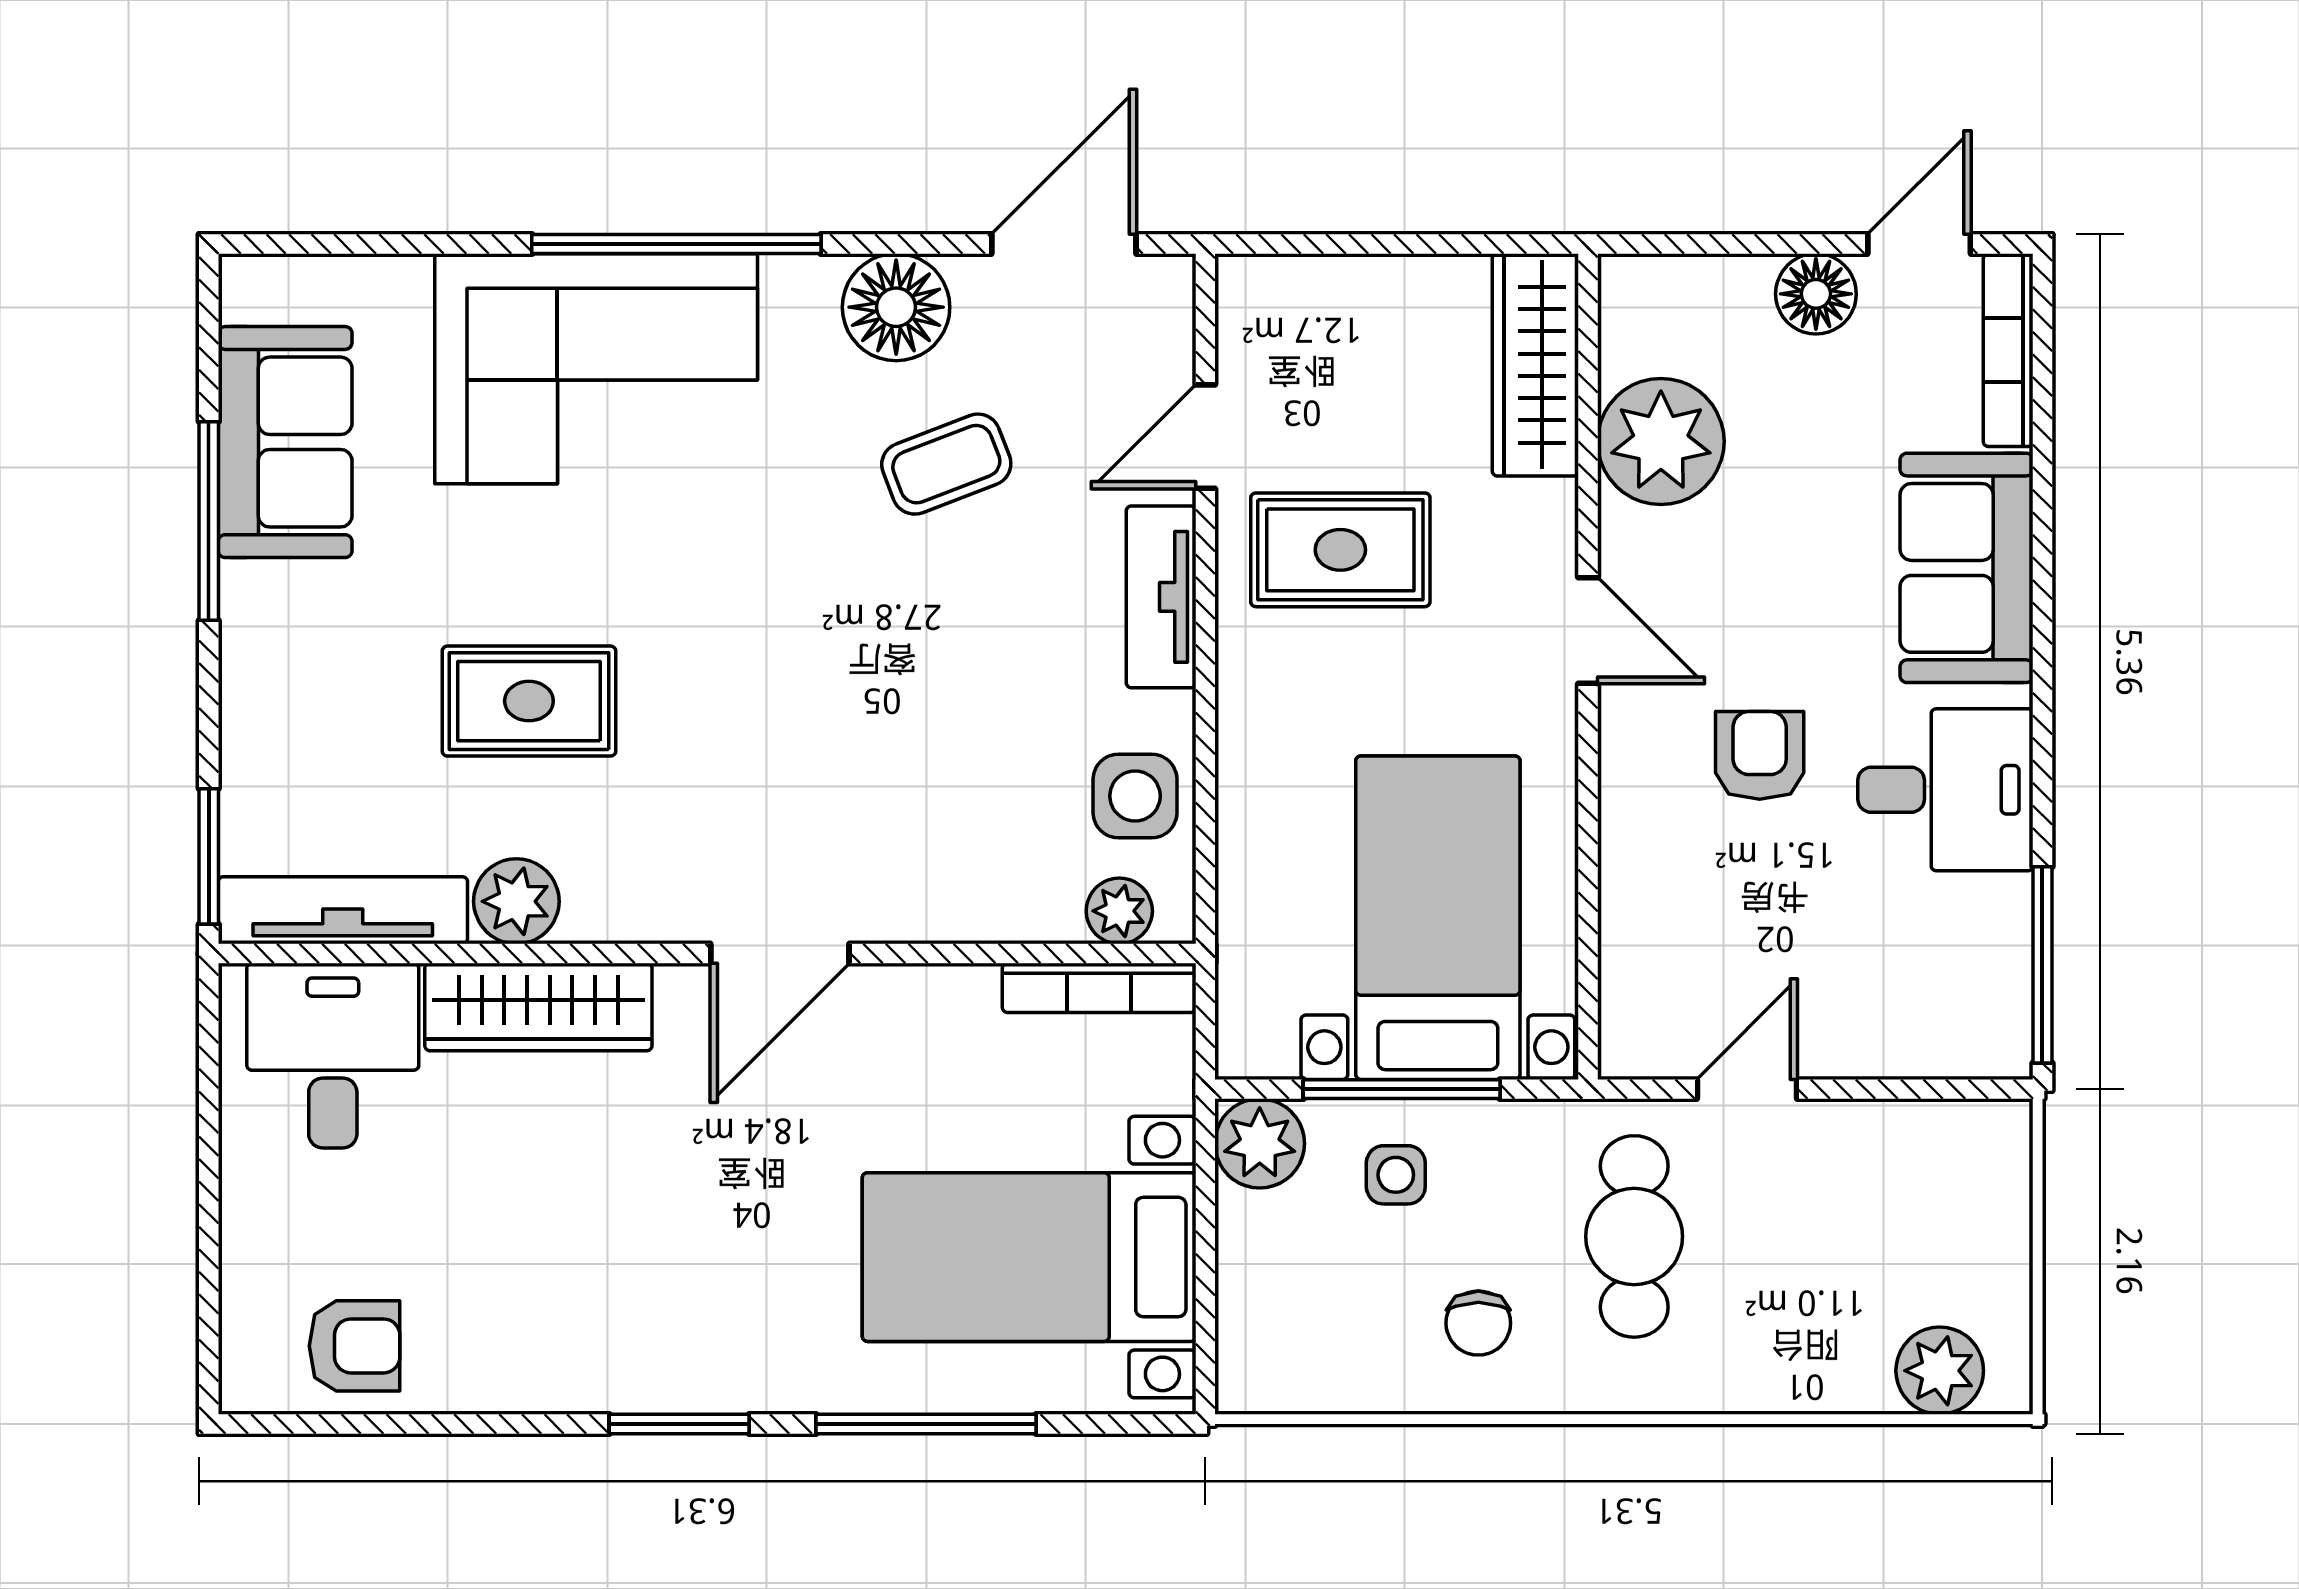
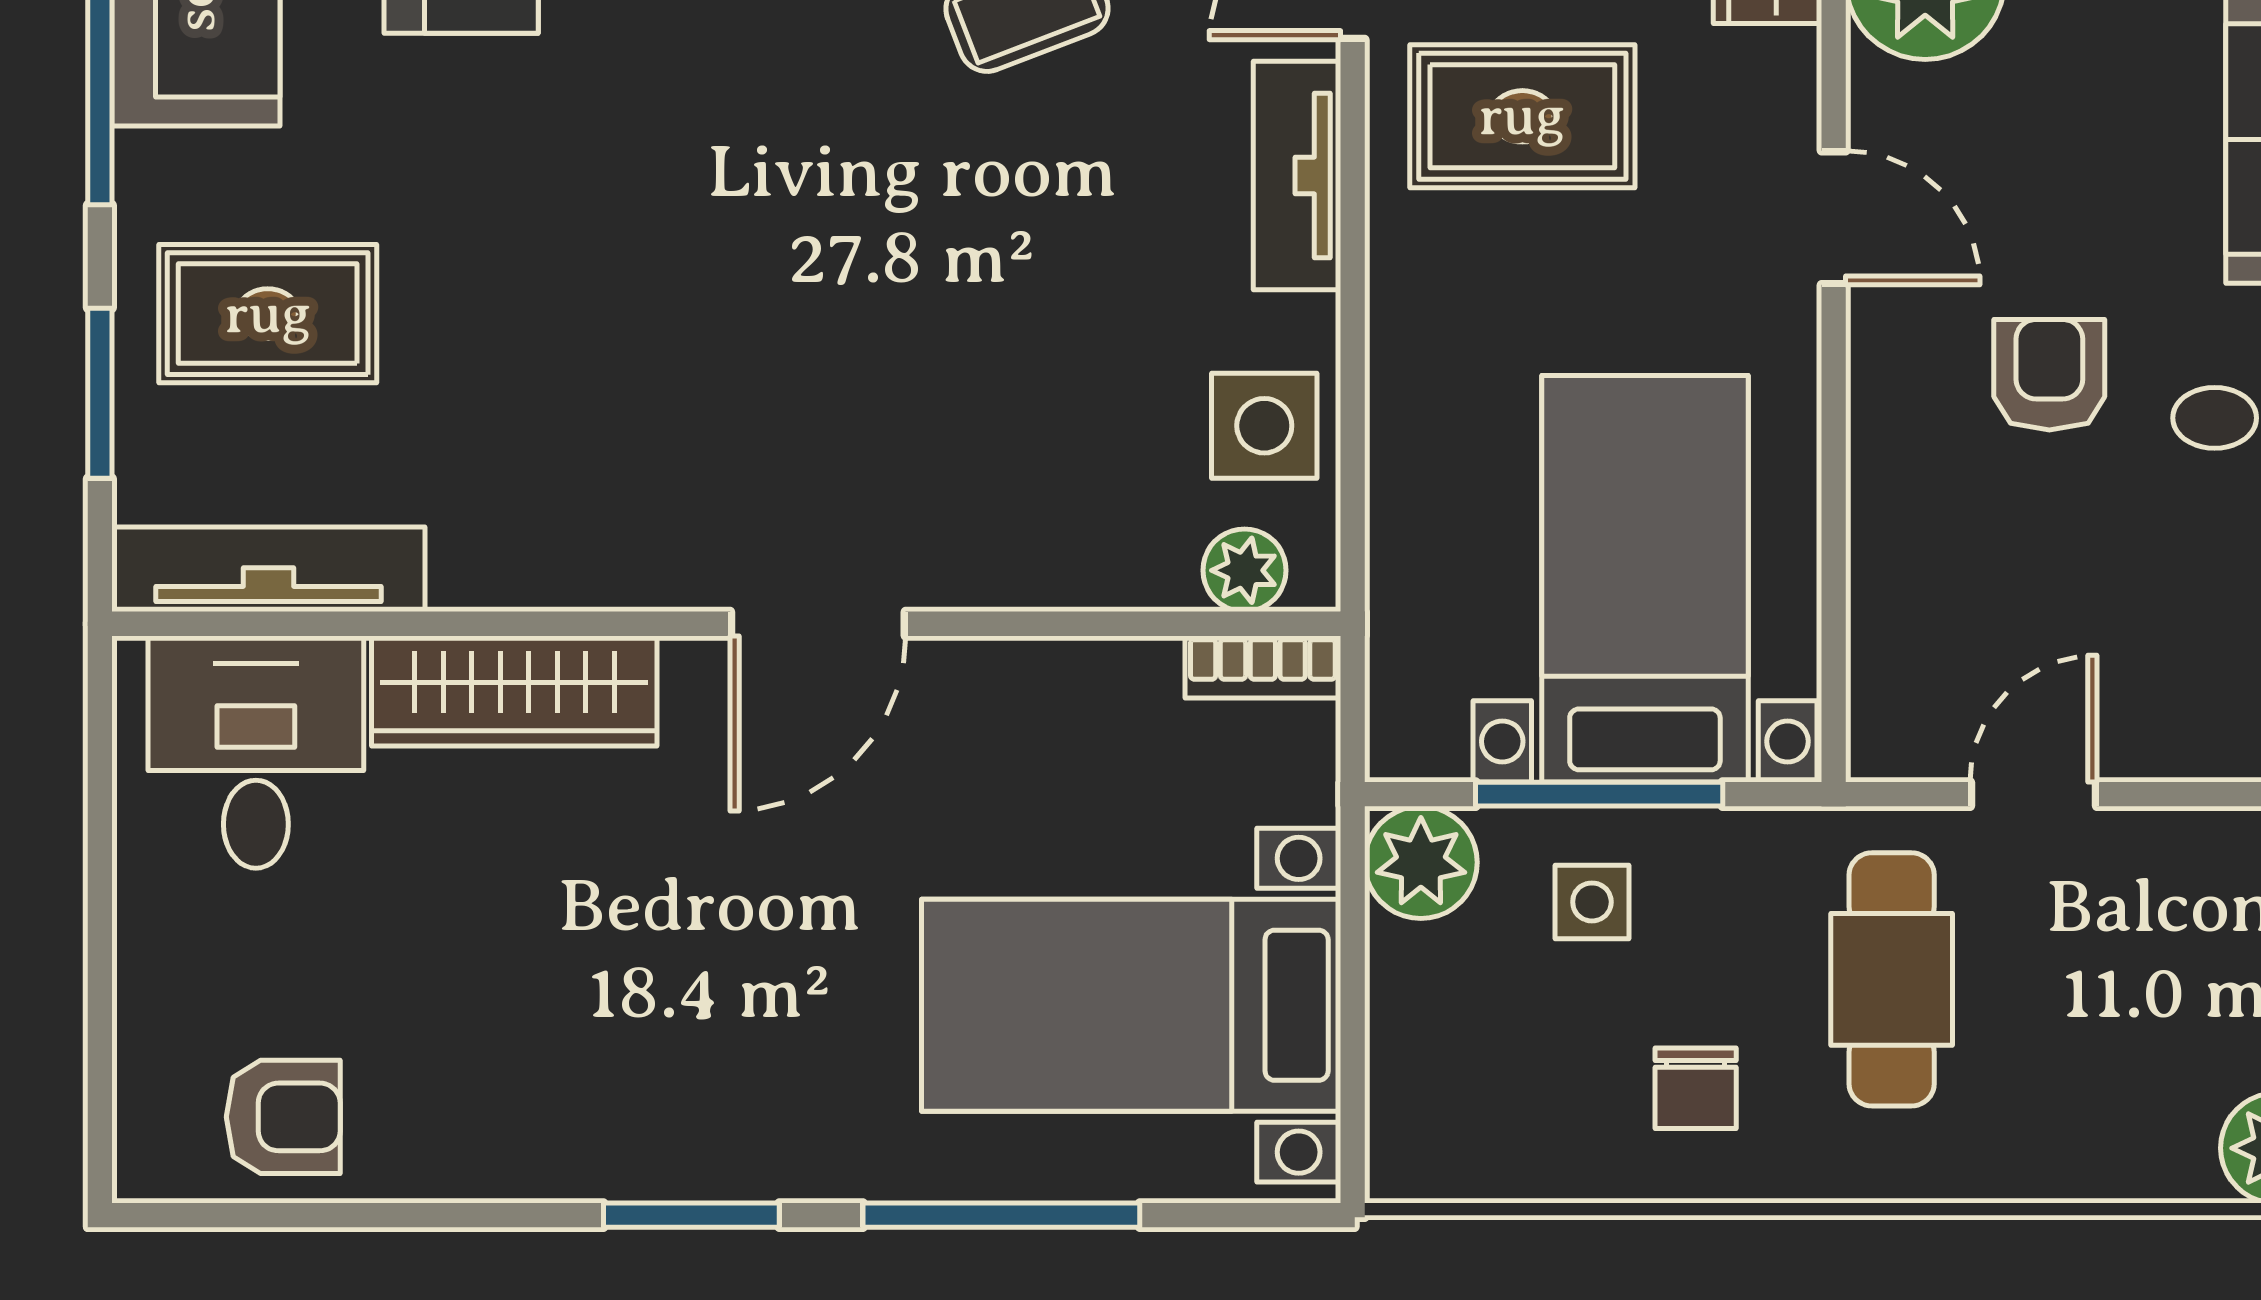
rug: (529, 701) -> (268, 314), moved
window: (209, 856) -> (100, 393), moved
plant: (516, 901) -> (487, 558), removed
bookcase: (1099, 988) -> (1263, 667), width x0.64

